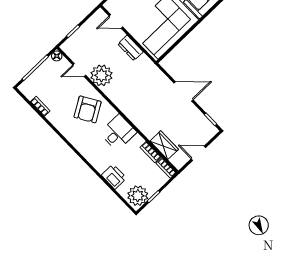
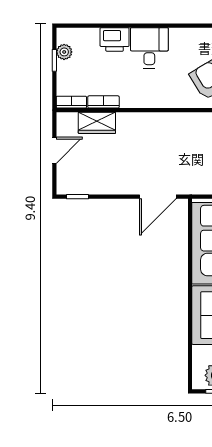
door: (183, 91) -> (158, 197), moved
desk: (118, 133) -> (149, 48), moved, turned 180
plant: (138, 196) -> (64, 52), width x0.53, depth x0.53

